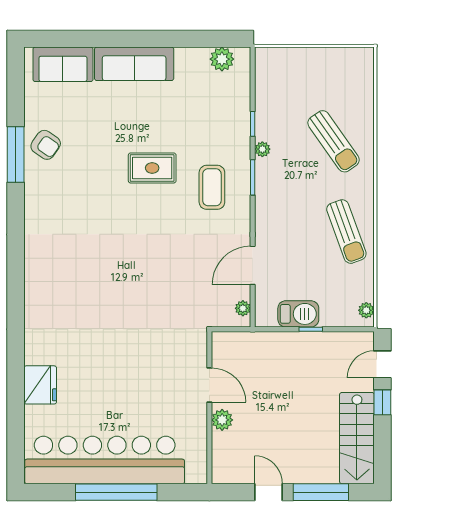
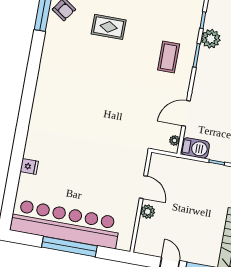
plant: (262, 149) -> (211, 39), width x1.87, depth x1.87
rug: (152, 168) -> (109, 27), moved
barbecue: (298, 314) -> (195, 148), moved
fridge: (40, 385) -> (29, 166), width x0.53, depth x0.75

